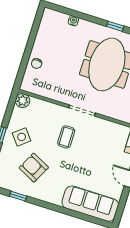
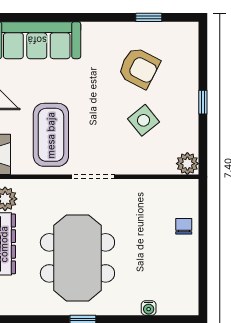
side table: (22, 137) -> (144, 120), moved
coffee table: (66, 137) -> (51, 135), moved, width x1.86, depth x1.72

